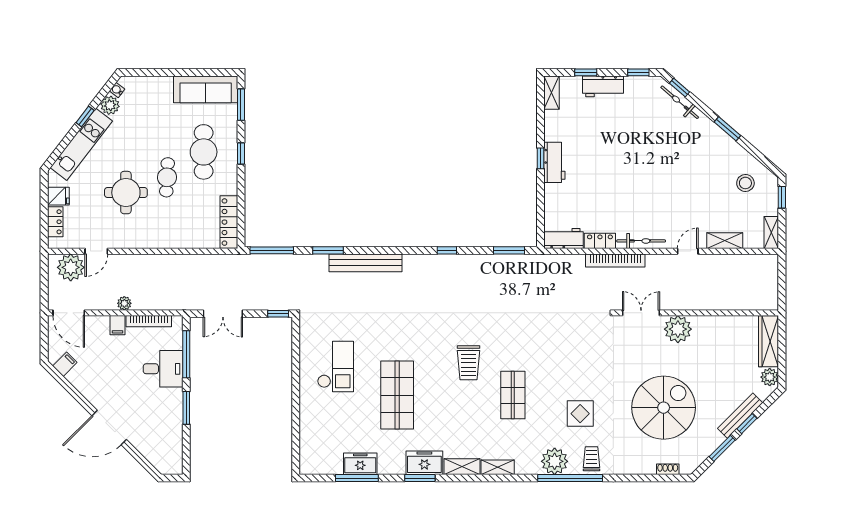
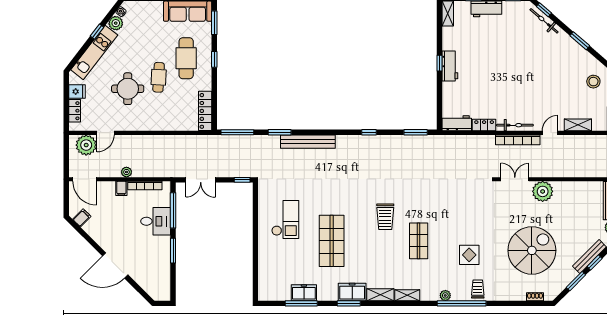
bookcase: (615, 261) -> (518, 140), moved
plant: (555, 461) -> (445, 295), width x0.53, depth x0.53

